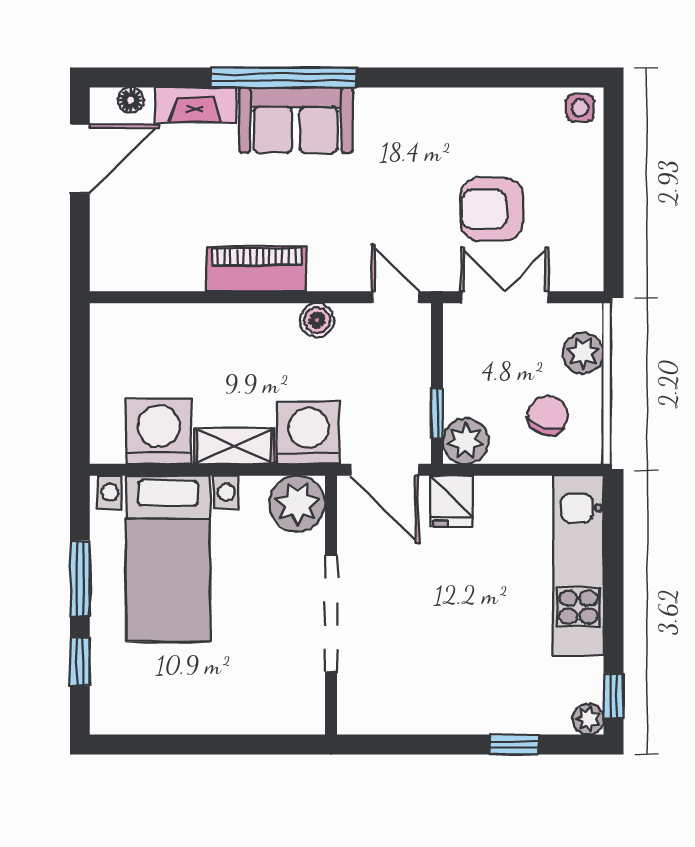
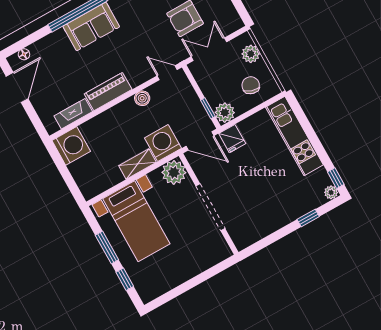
fireplace: (195, 105) -> (73, 114), moved, turned 180
washing machine: (159, 431) -> (71, 146), moved, turned 90

